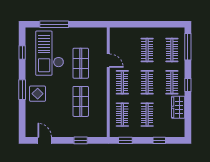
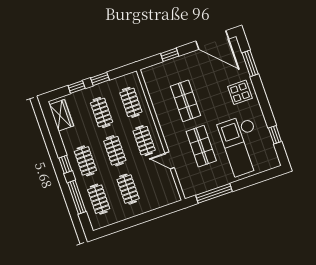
window: (54, 24) -> (214, 193), moved
window: (188, 47) -> (77, 197), moved
checkout: (50, 53) -> (242, 145), turned 180
window: (22, 90) -> (250, 63), moved
wardrobe: (178, 107) -> (61, 115), moved
door: (45, 140) -> (212, 40), width x1.87
window: (125, 140) -> (100, 79), moved

